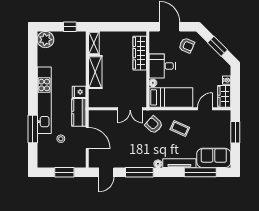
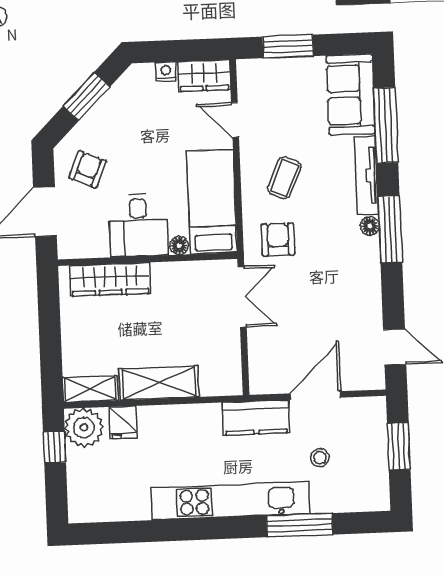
plant: (45, 40) -> (84, 427), moved
fridge: (79, 92) -> (123, 422), moved
armchair: (154, 125) -> (278, 239), turned 137
window: (139, 172) -> (390, 229), moved

